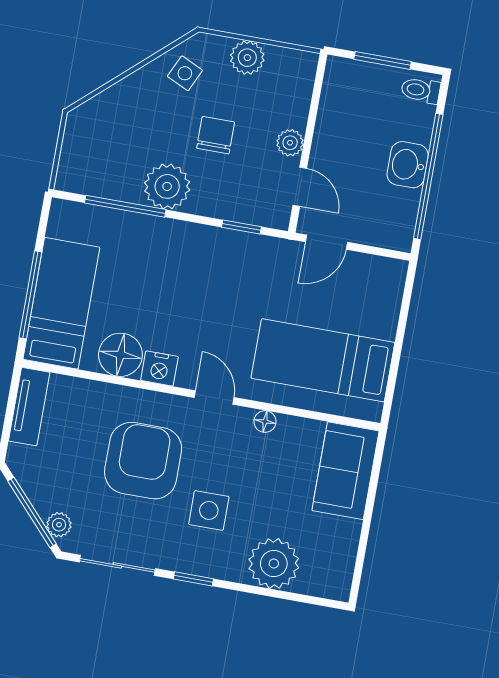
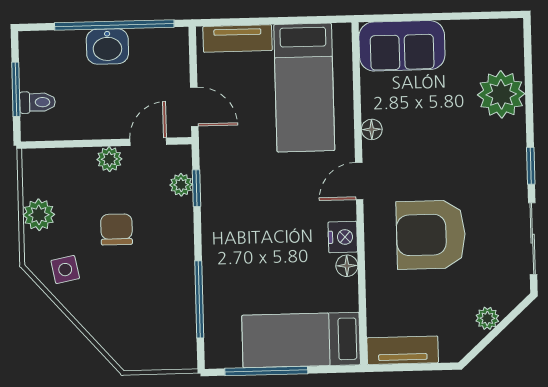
side table: (185, 73) -> (65, 270), turned -36
toilet: (421, 90) -> (38, 102), moved, turned -90
chair: (216, 135) -> (117, 229), turned 90
plant: (167, 186) -> (181, 185), moved, width x0.53, depth x0.53
window: (30, 295) -> (266, 371), moved
tv unit: (388, 302) -> (237, 39), added
floor lamp: (120, 355) -> (347, 266), width x0.53, depth x0.53
side table: (209, 510) -> (465, 165), removed
window: (32, 512) -> (500, 327), removed
plant: (59, 525) -> (487, 318), moved

